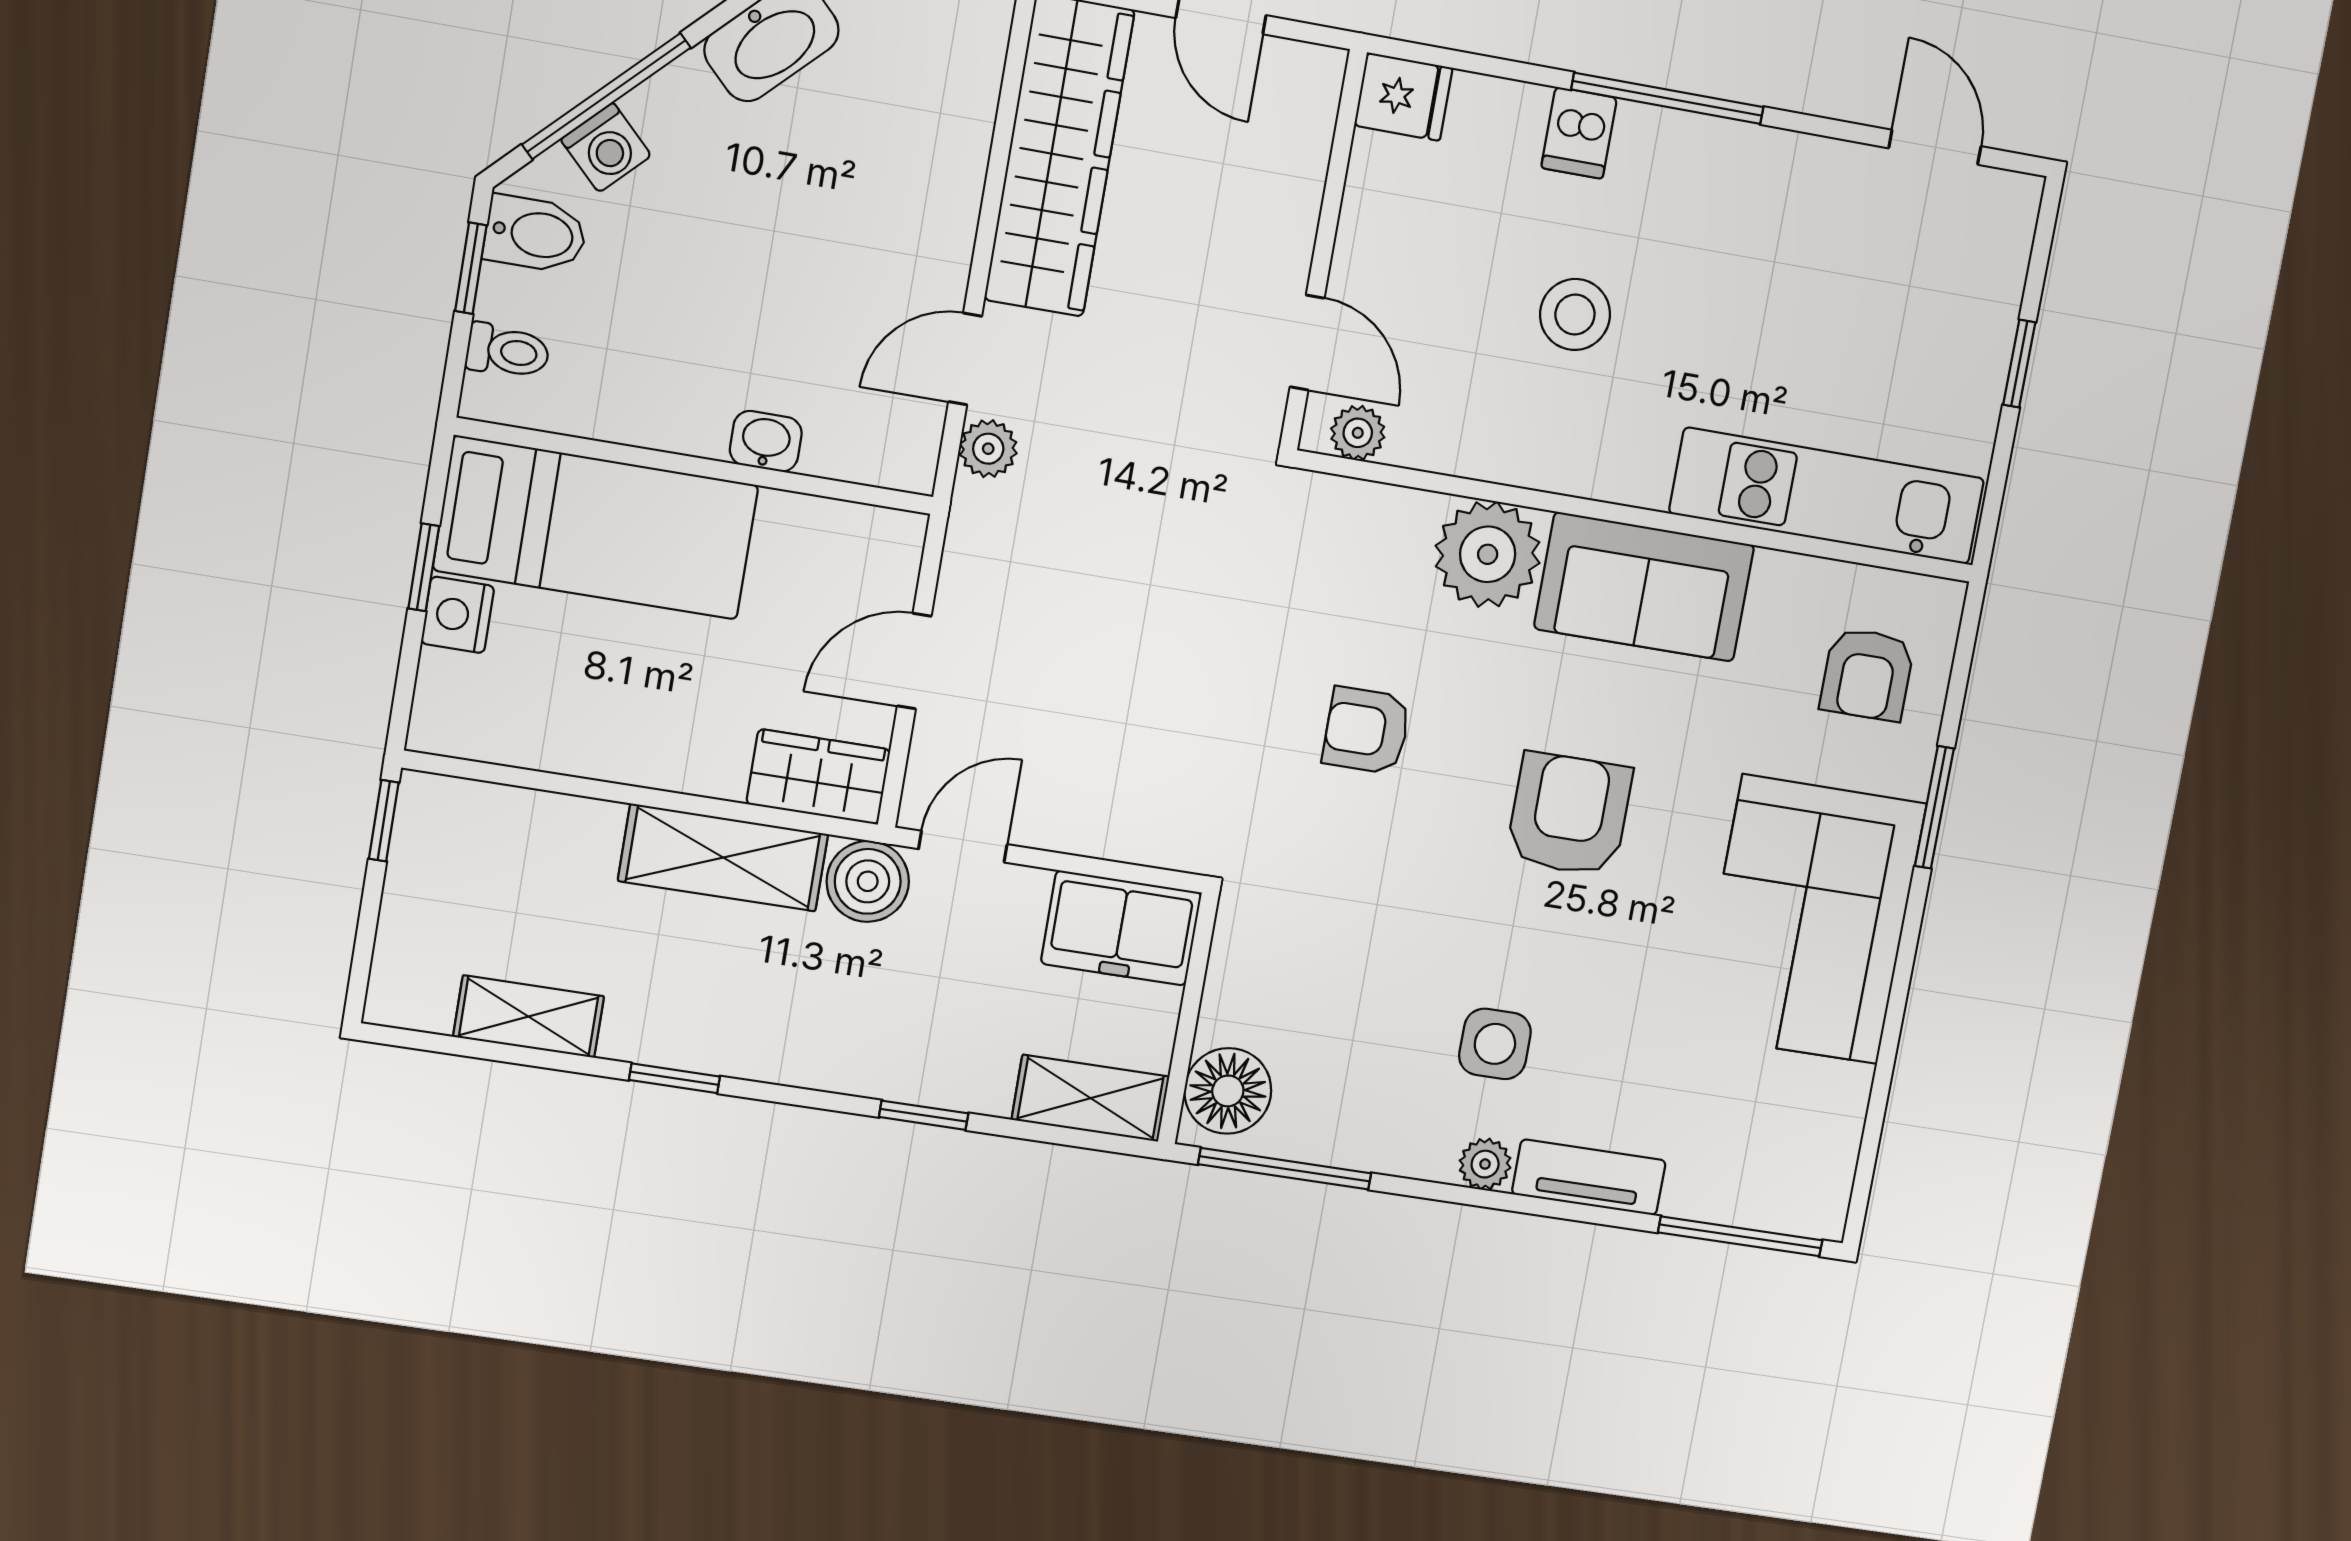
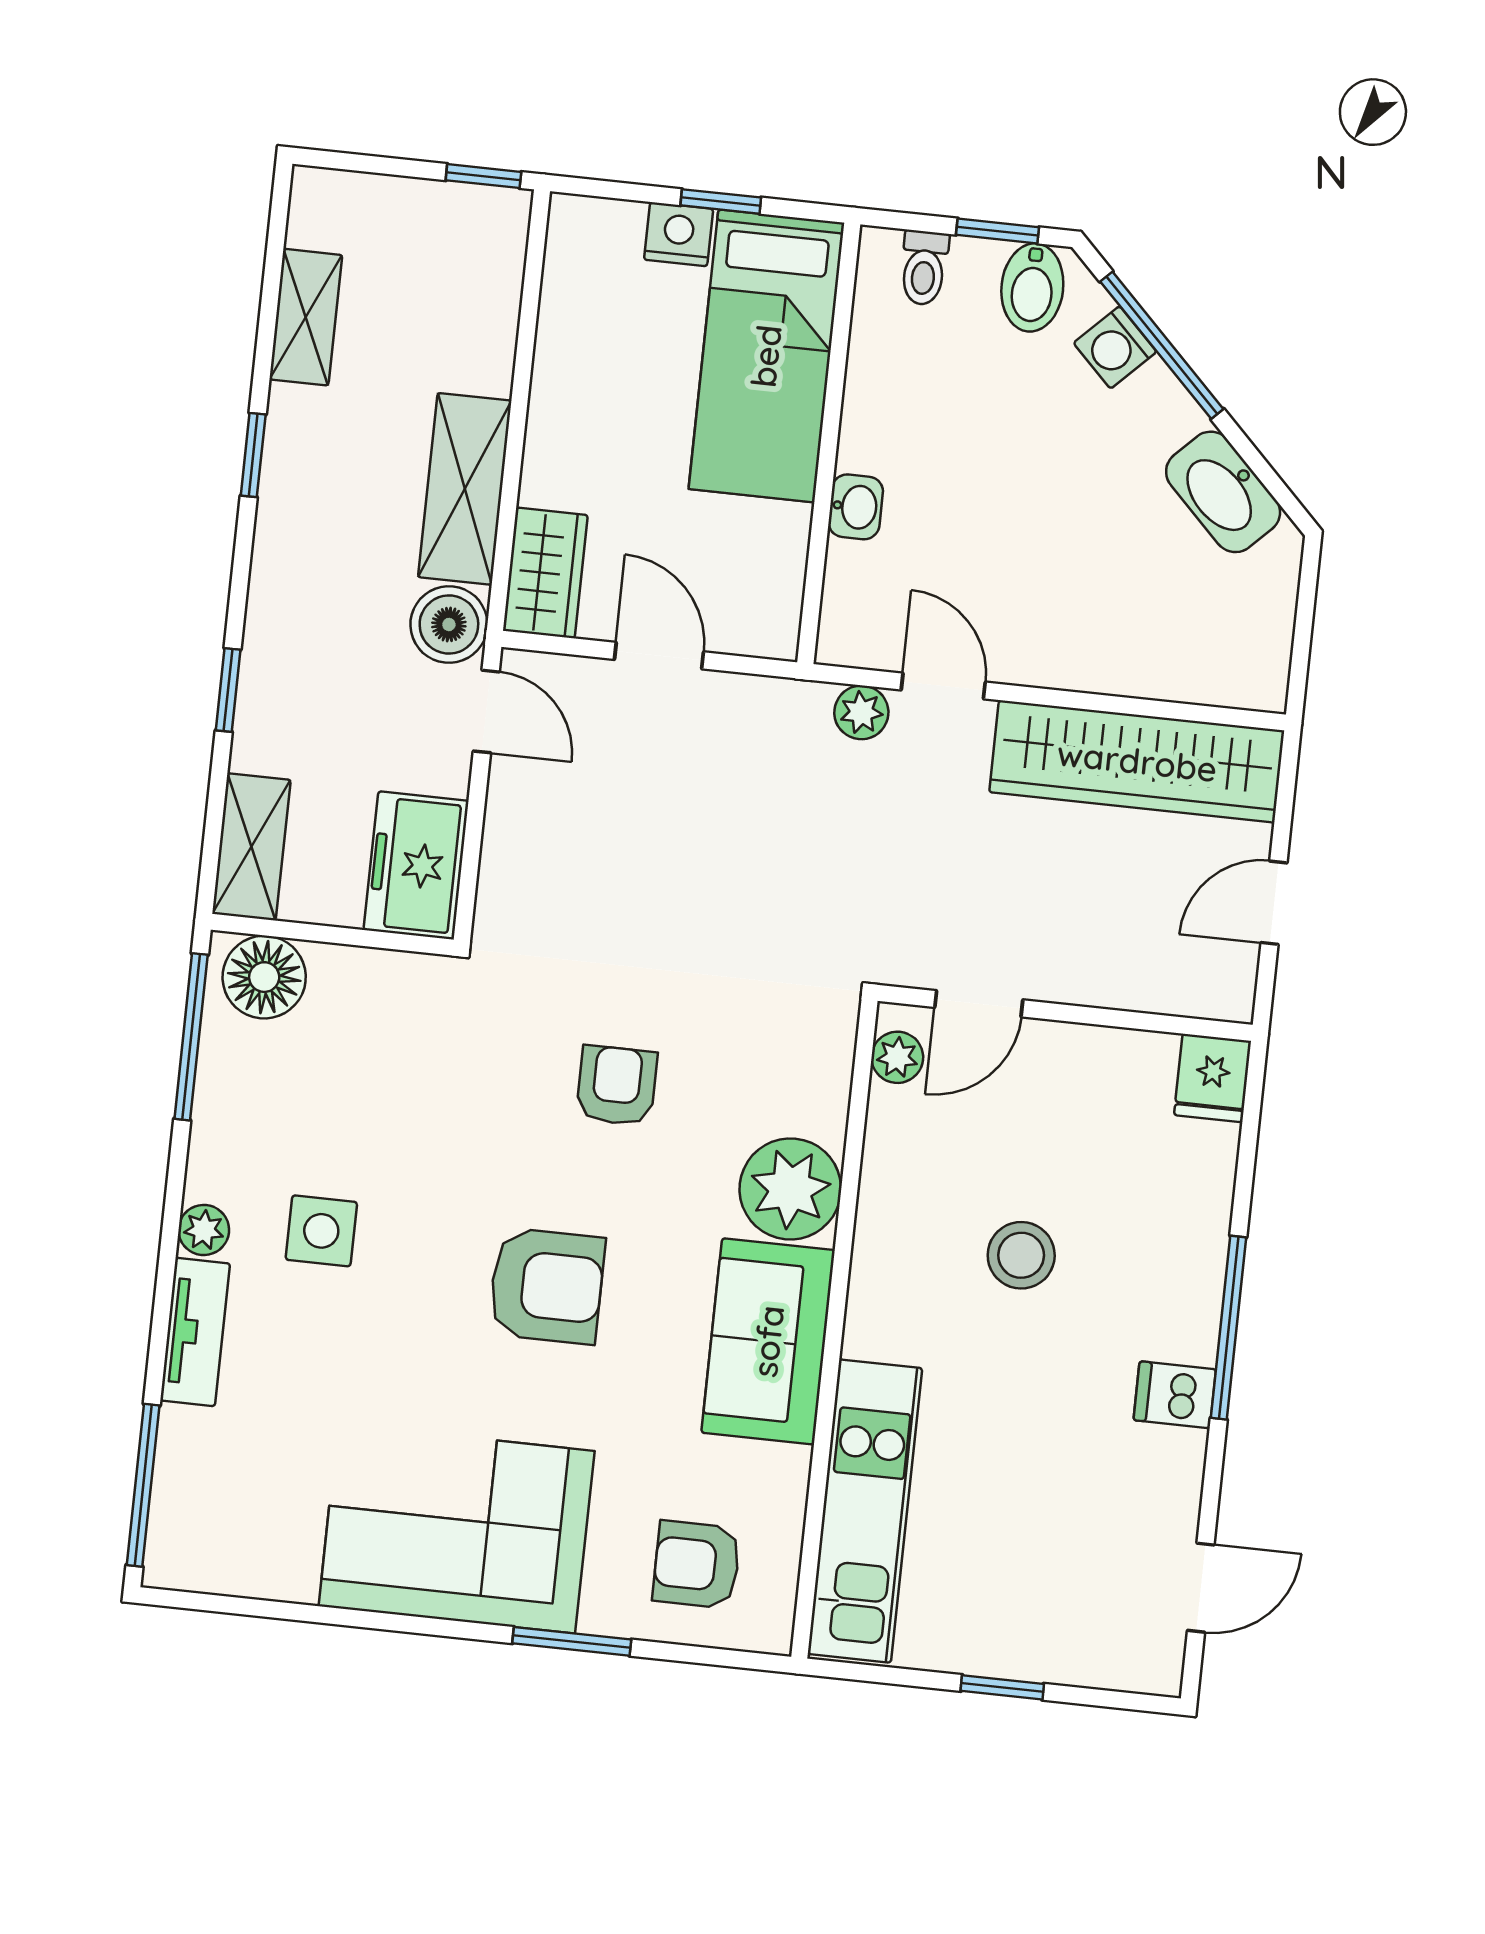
dishwasher: (1579, 133) -> (1175, 1395), moved

